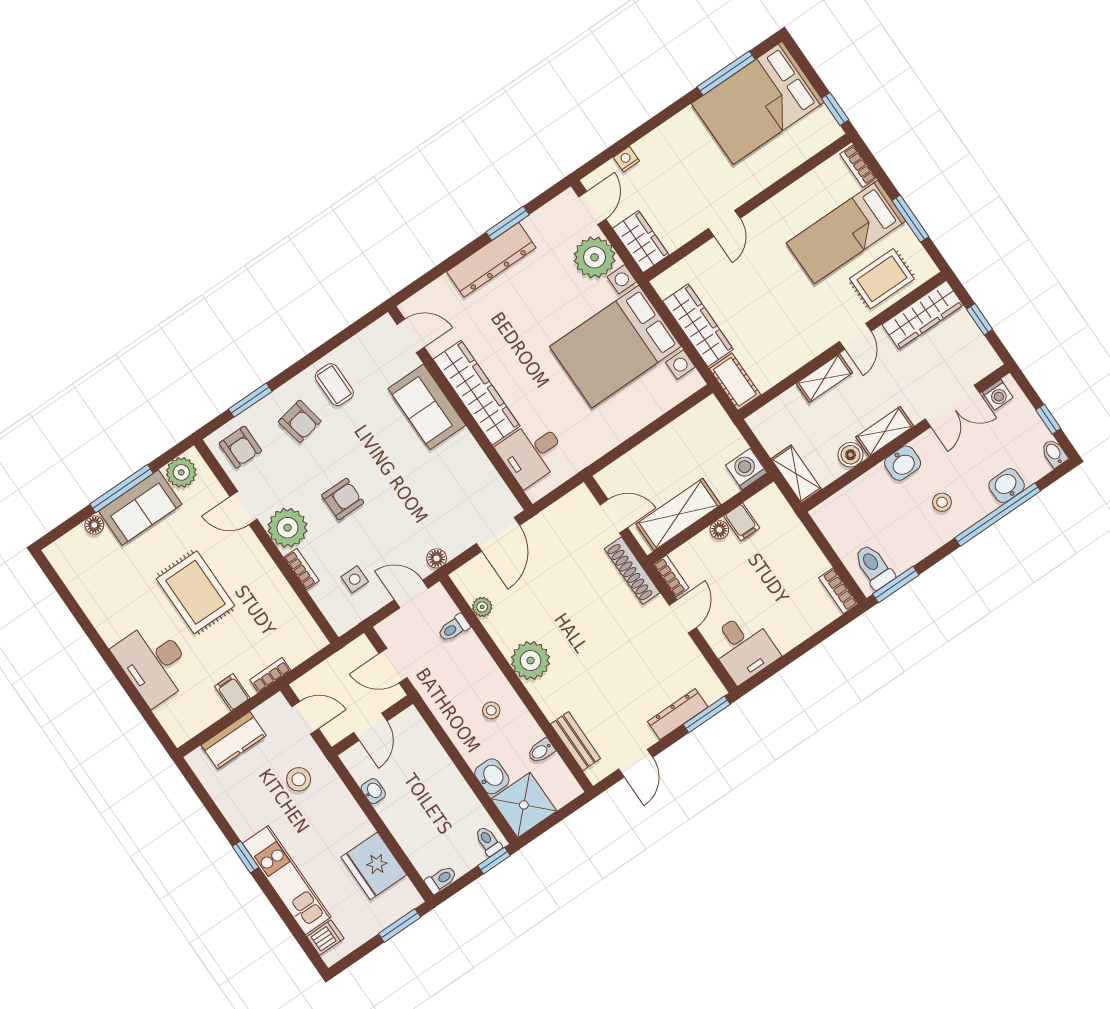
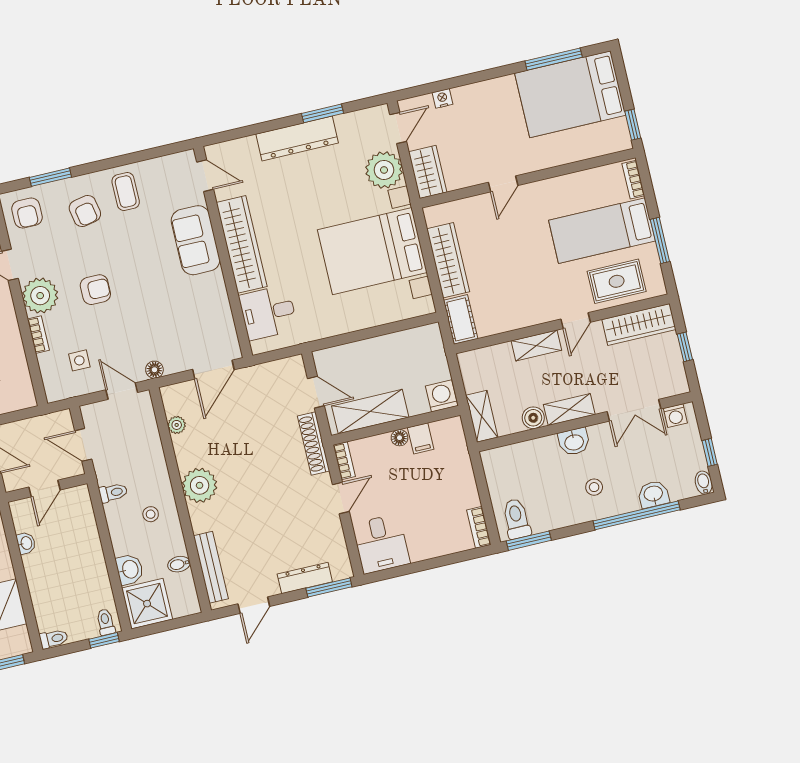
toilet: (454, 628) -> (113, 493), moved, turned 180
bench: (576, 741) -> (211, 567), width x1.36

